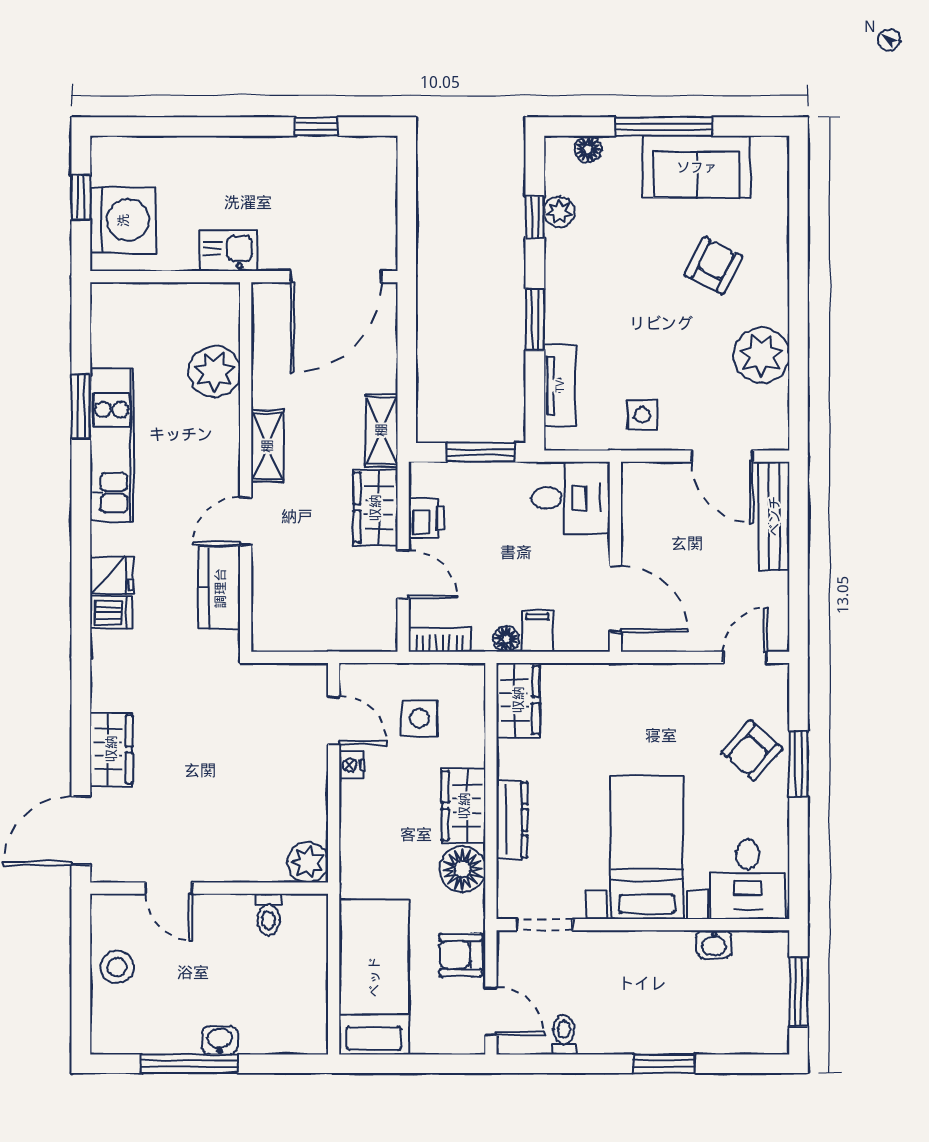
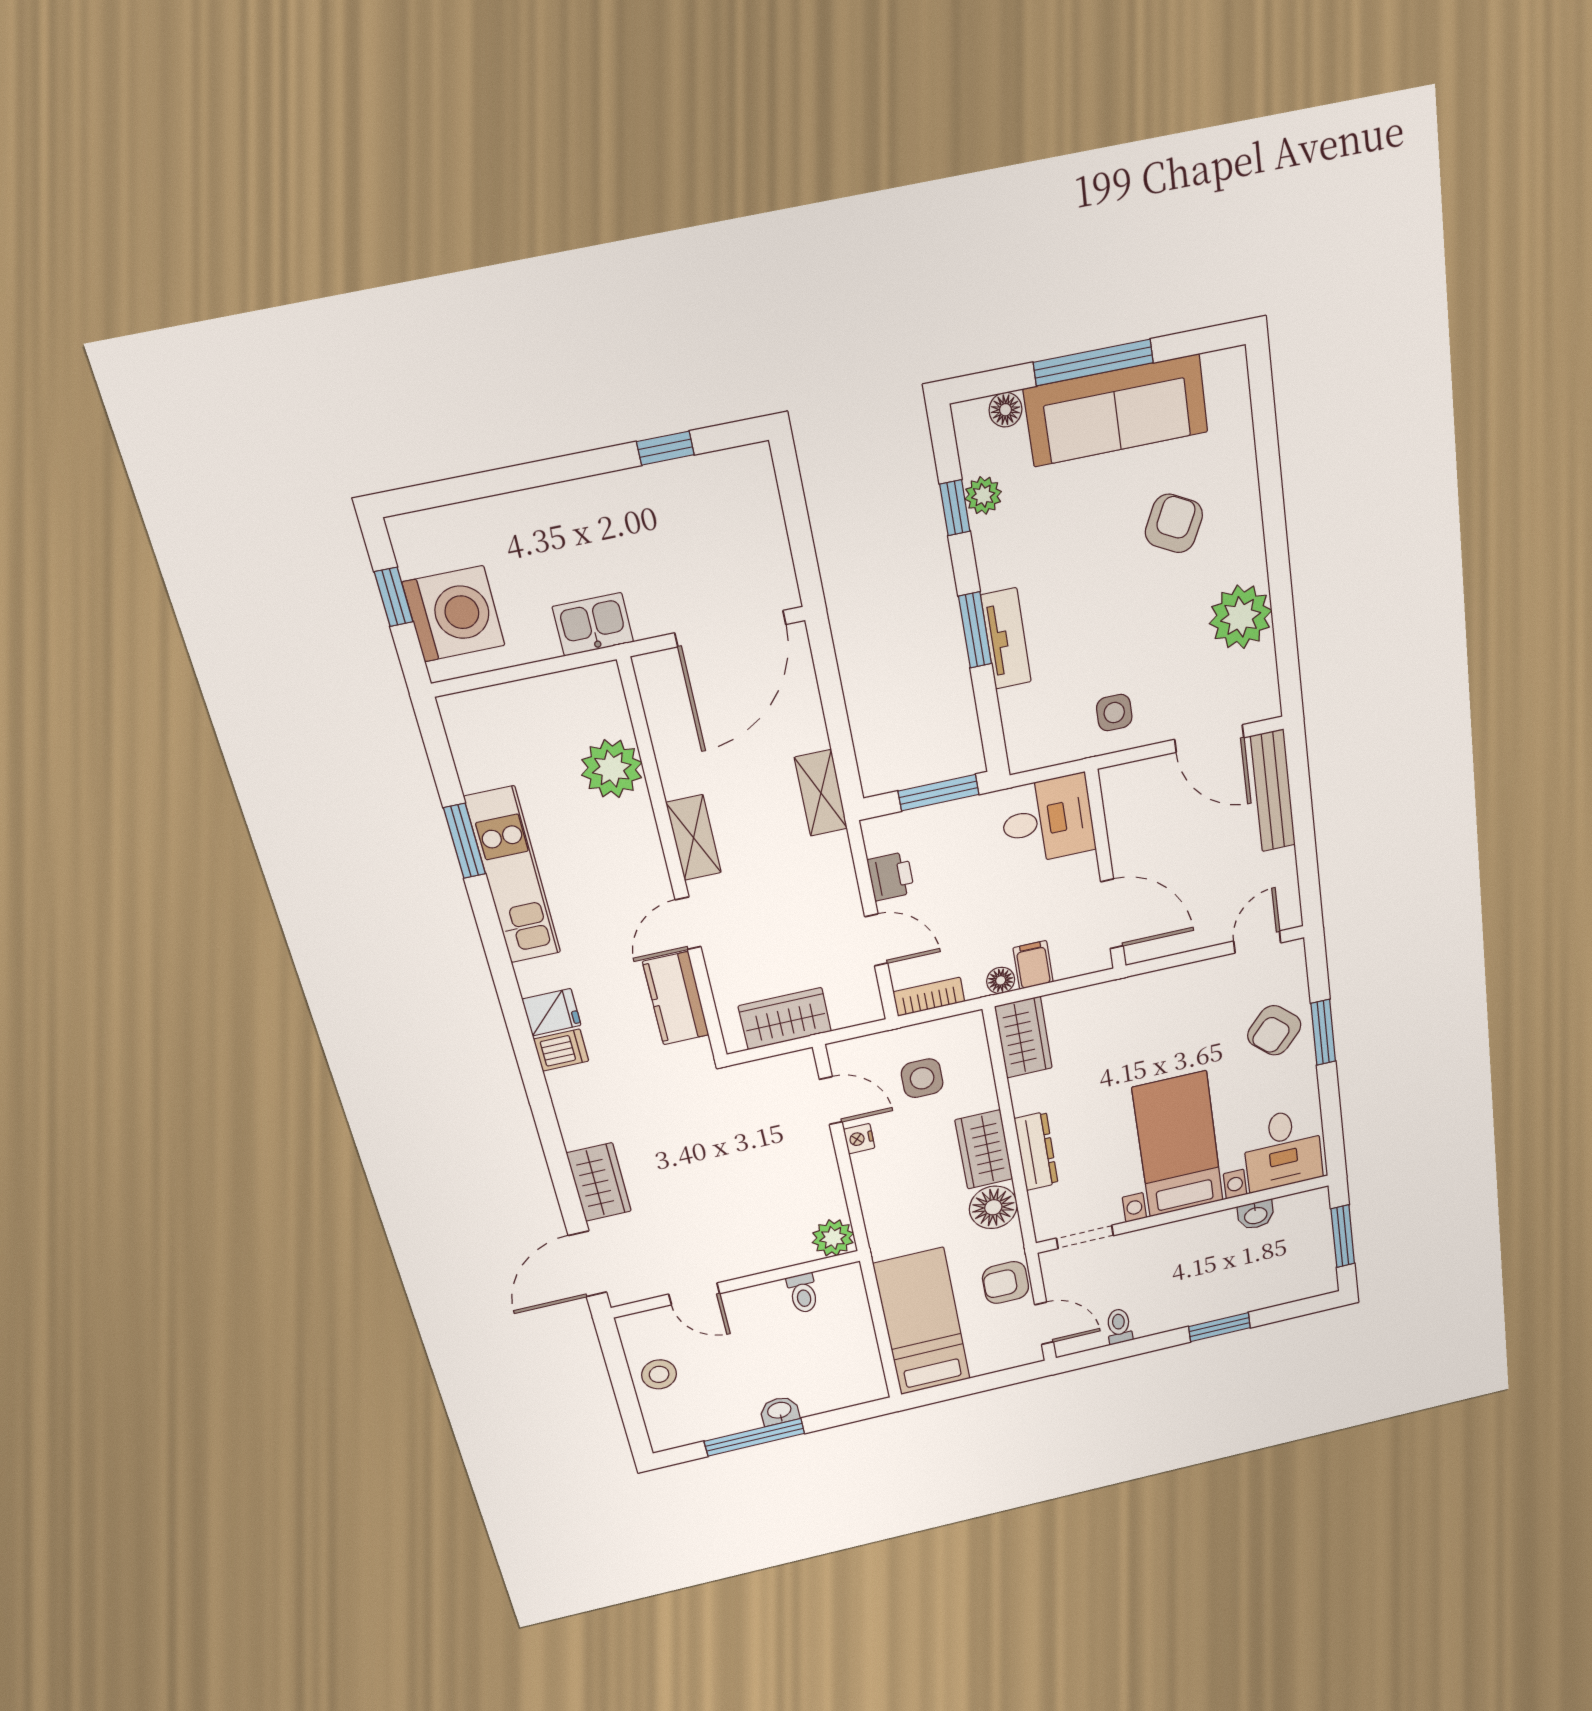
sofa: (697, 167) -> (1116, 410), width x1.36
tv unit: (560, 386) -> (1006, 639), moved
wardrobe: (375, 508) -> (785, 1019), moved, turned 90

